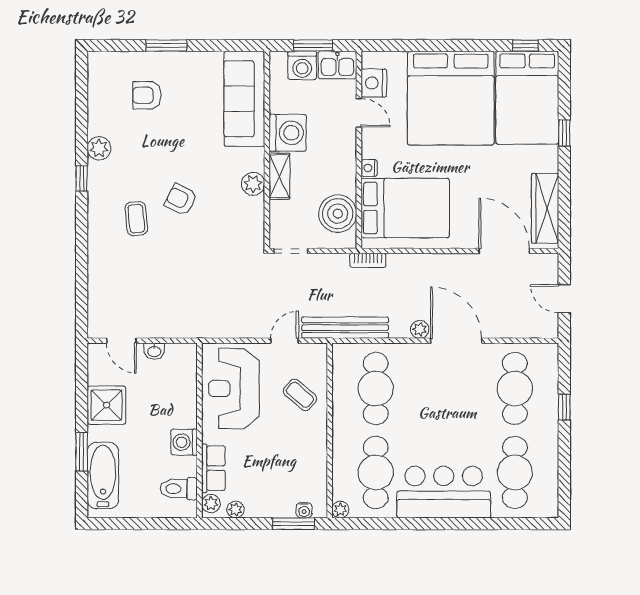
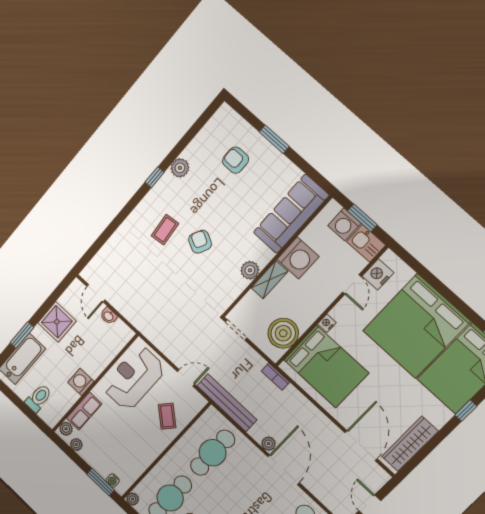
toilet: (179, 489) -> (38, 398), moved, turned 90

